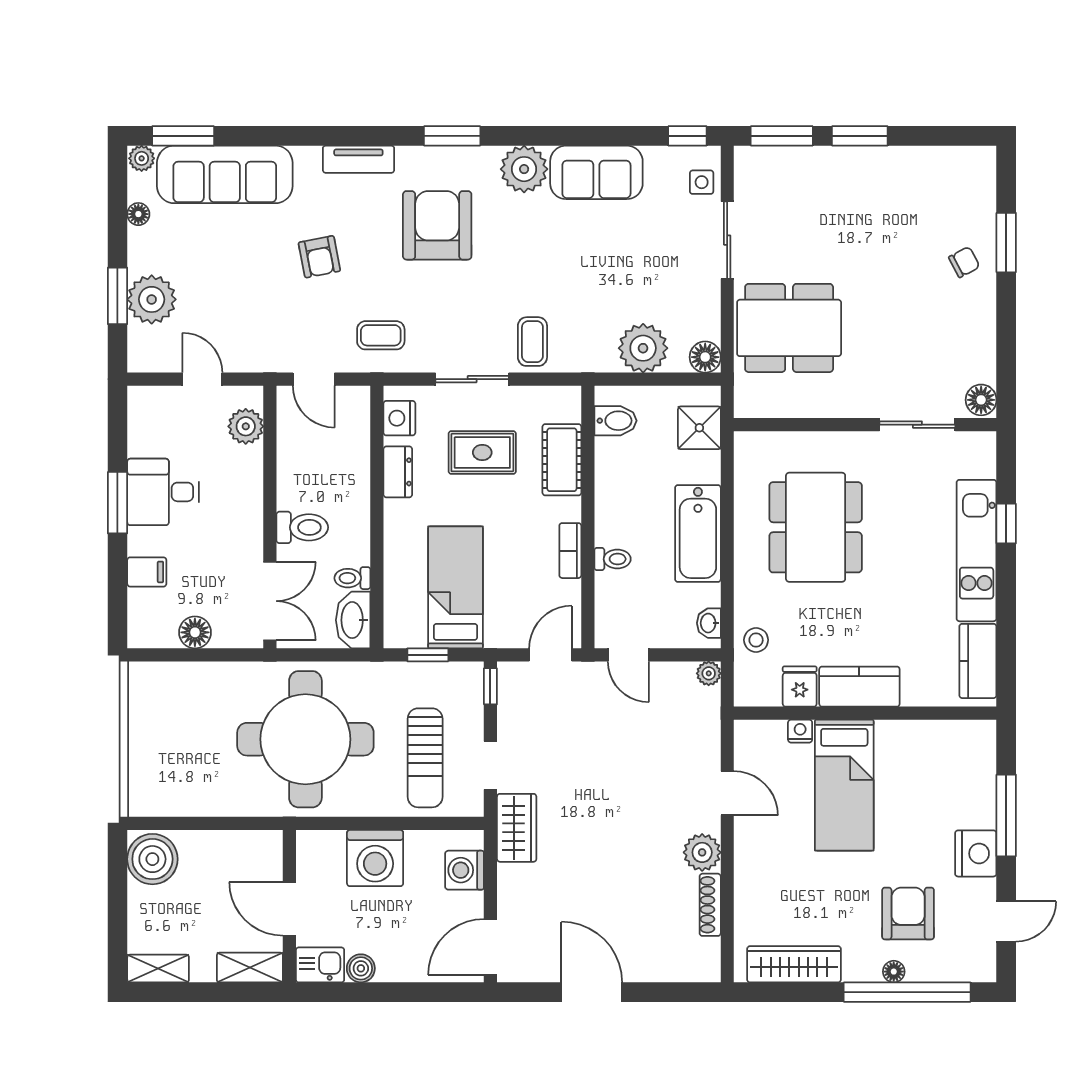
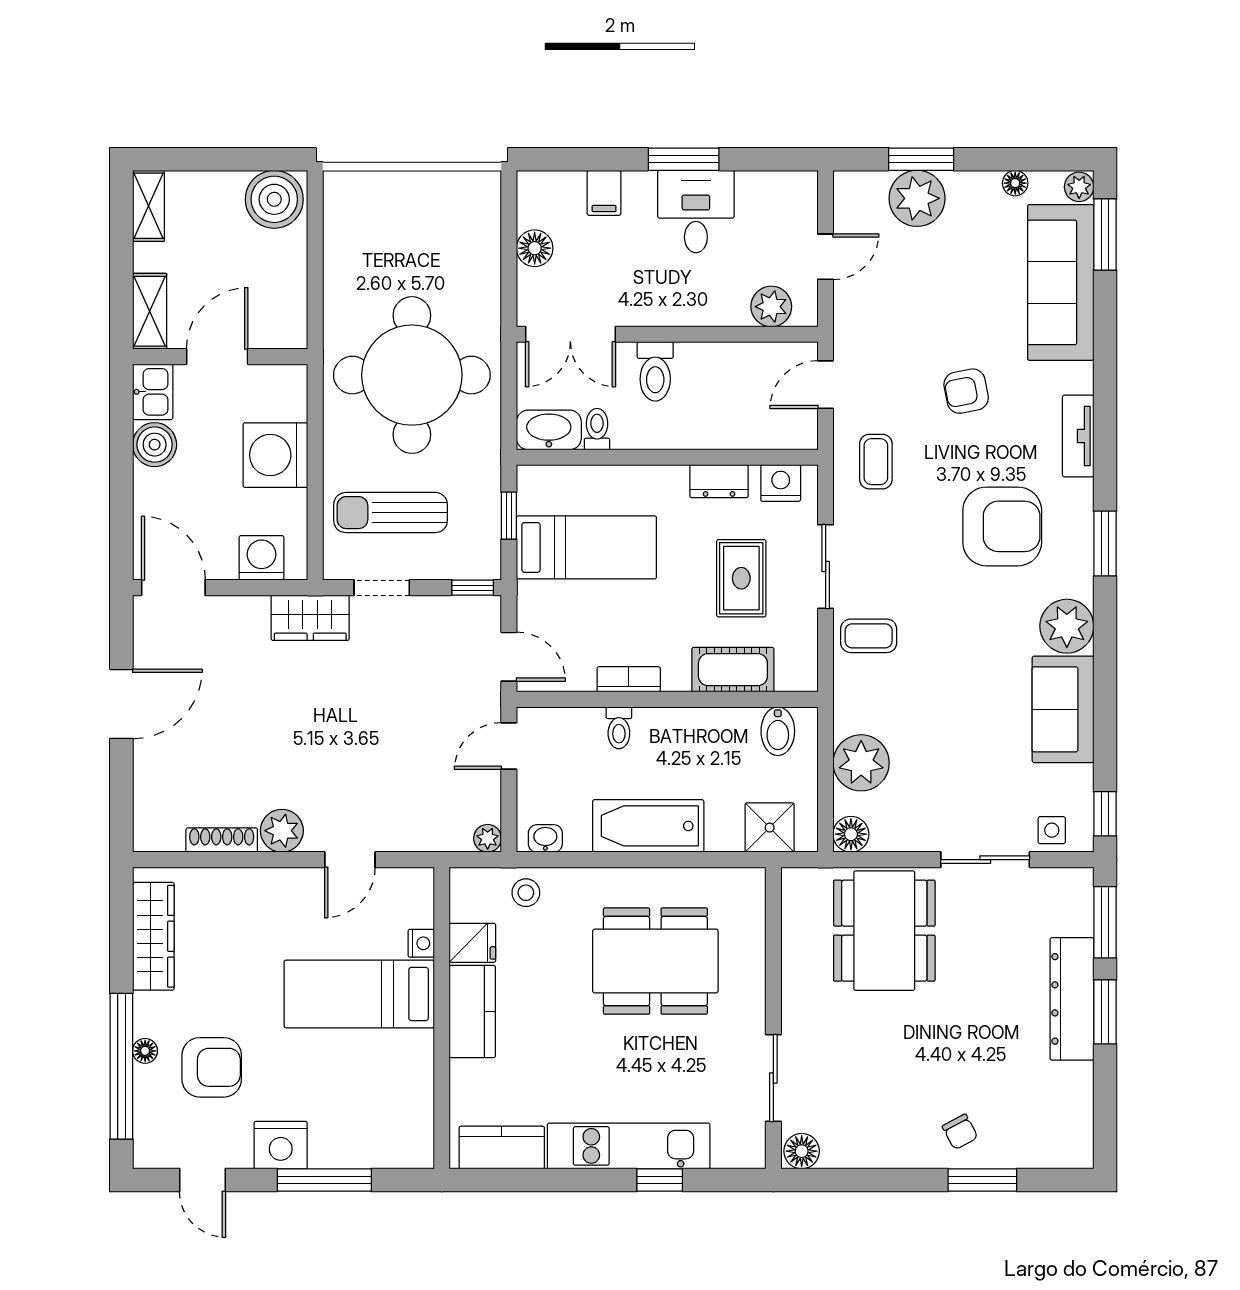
dresser: (848, 165) -> (1072, 999), added
boiler: (361, 968) -> (155, 445), width x1.36, depth x1.36

